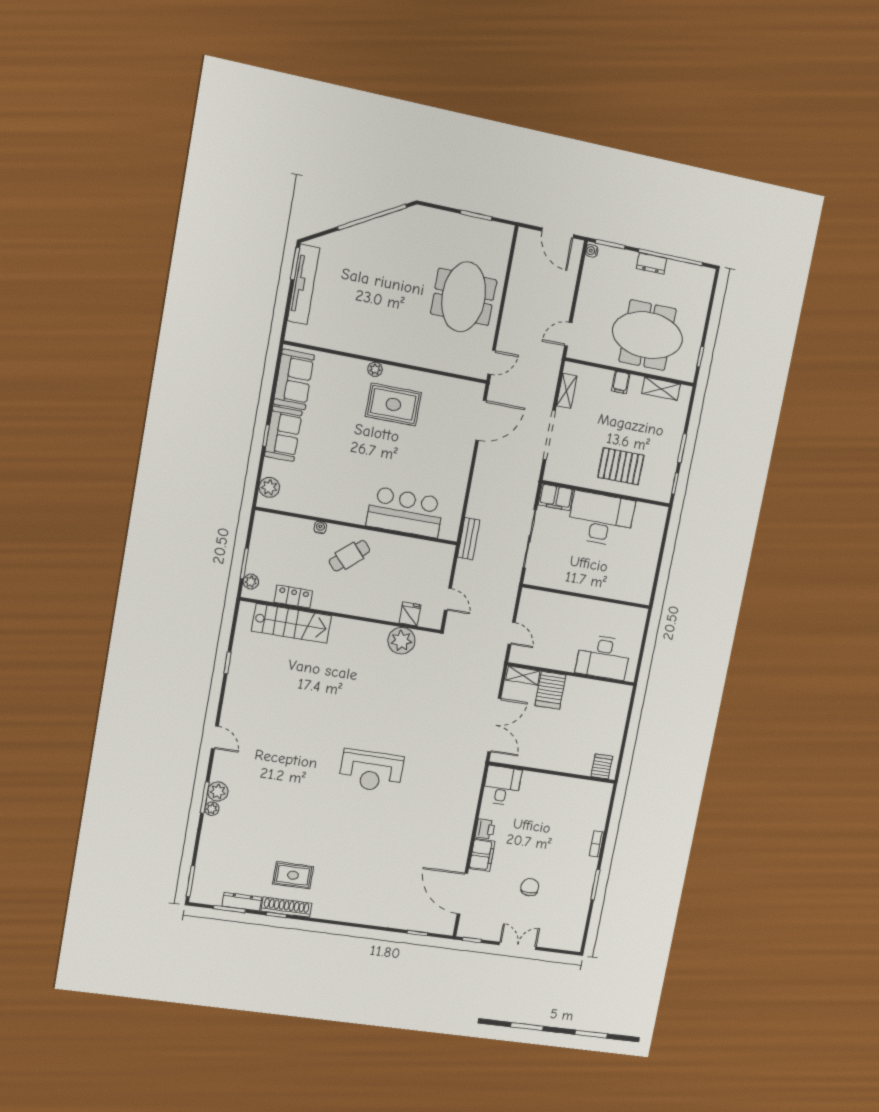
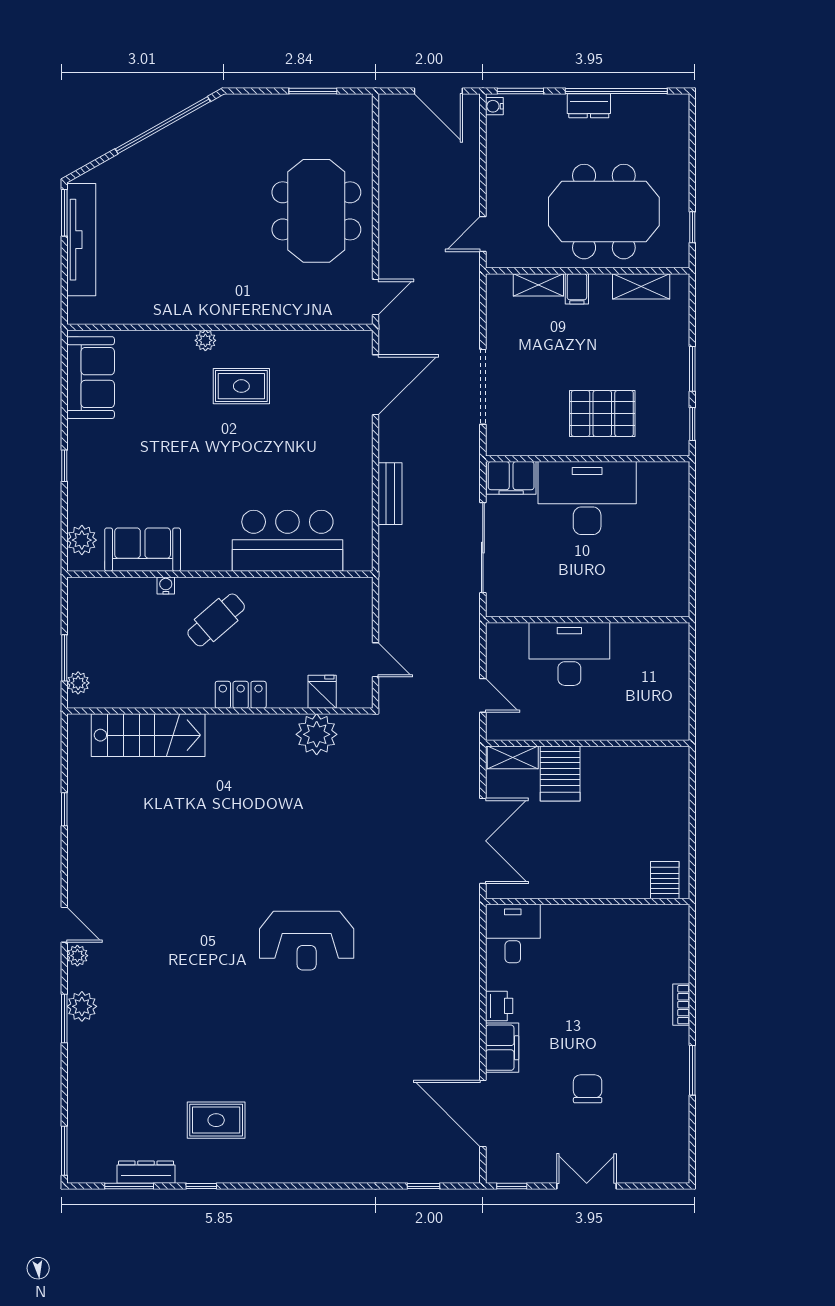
shelving: (567, 391) -> (538, 285), moved, turned 90
rug: (393, 404) -> (241, 386), width x0.73, depth x0.70
sofa: (283, 434) -> (143, 550), moved, turned -90
bench: (469, 539) -> (390, 494), moved
locker: (293, 597) -> (241, 695), moved
desk: (603, 657) -> (569, 654), moved, turned 180
plant: (212, 809) -> (77, 956), moved
shoe rack: (286, 907) -> (215, 1172), removed

